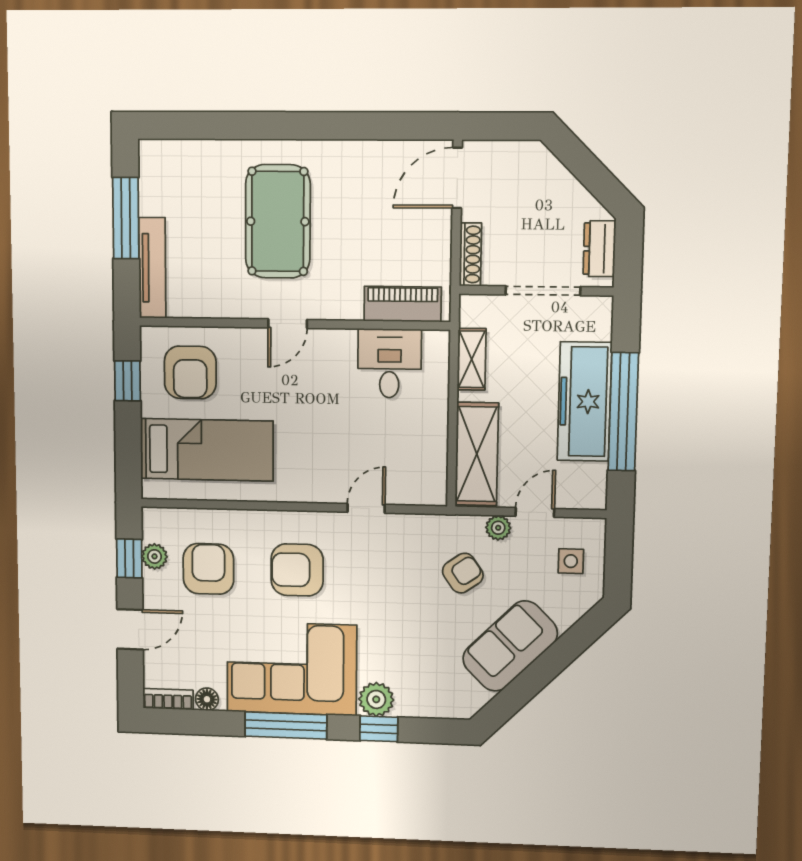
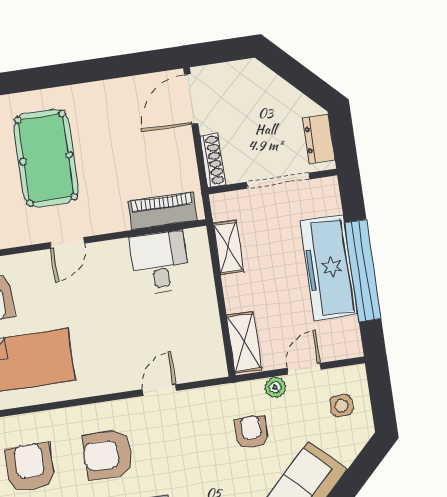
shelving: (477, 454) -> (244, 343), width x0.67, depth x0.75
armchair: (463, 573) -> (251, 432), turned -55

